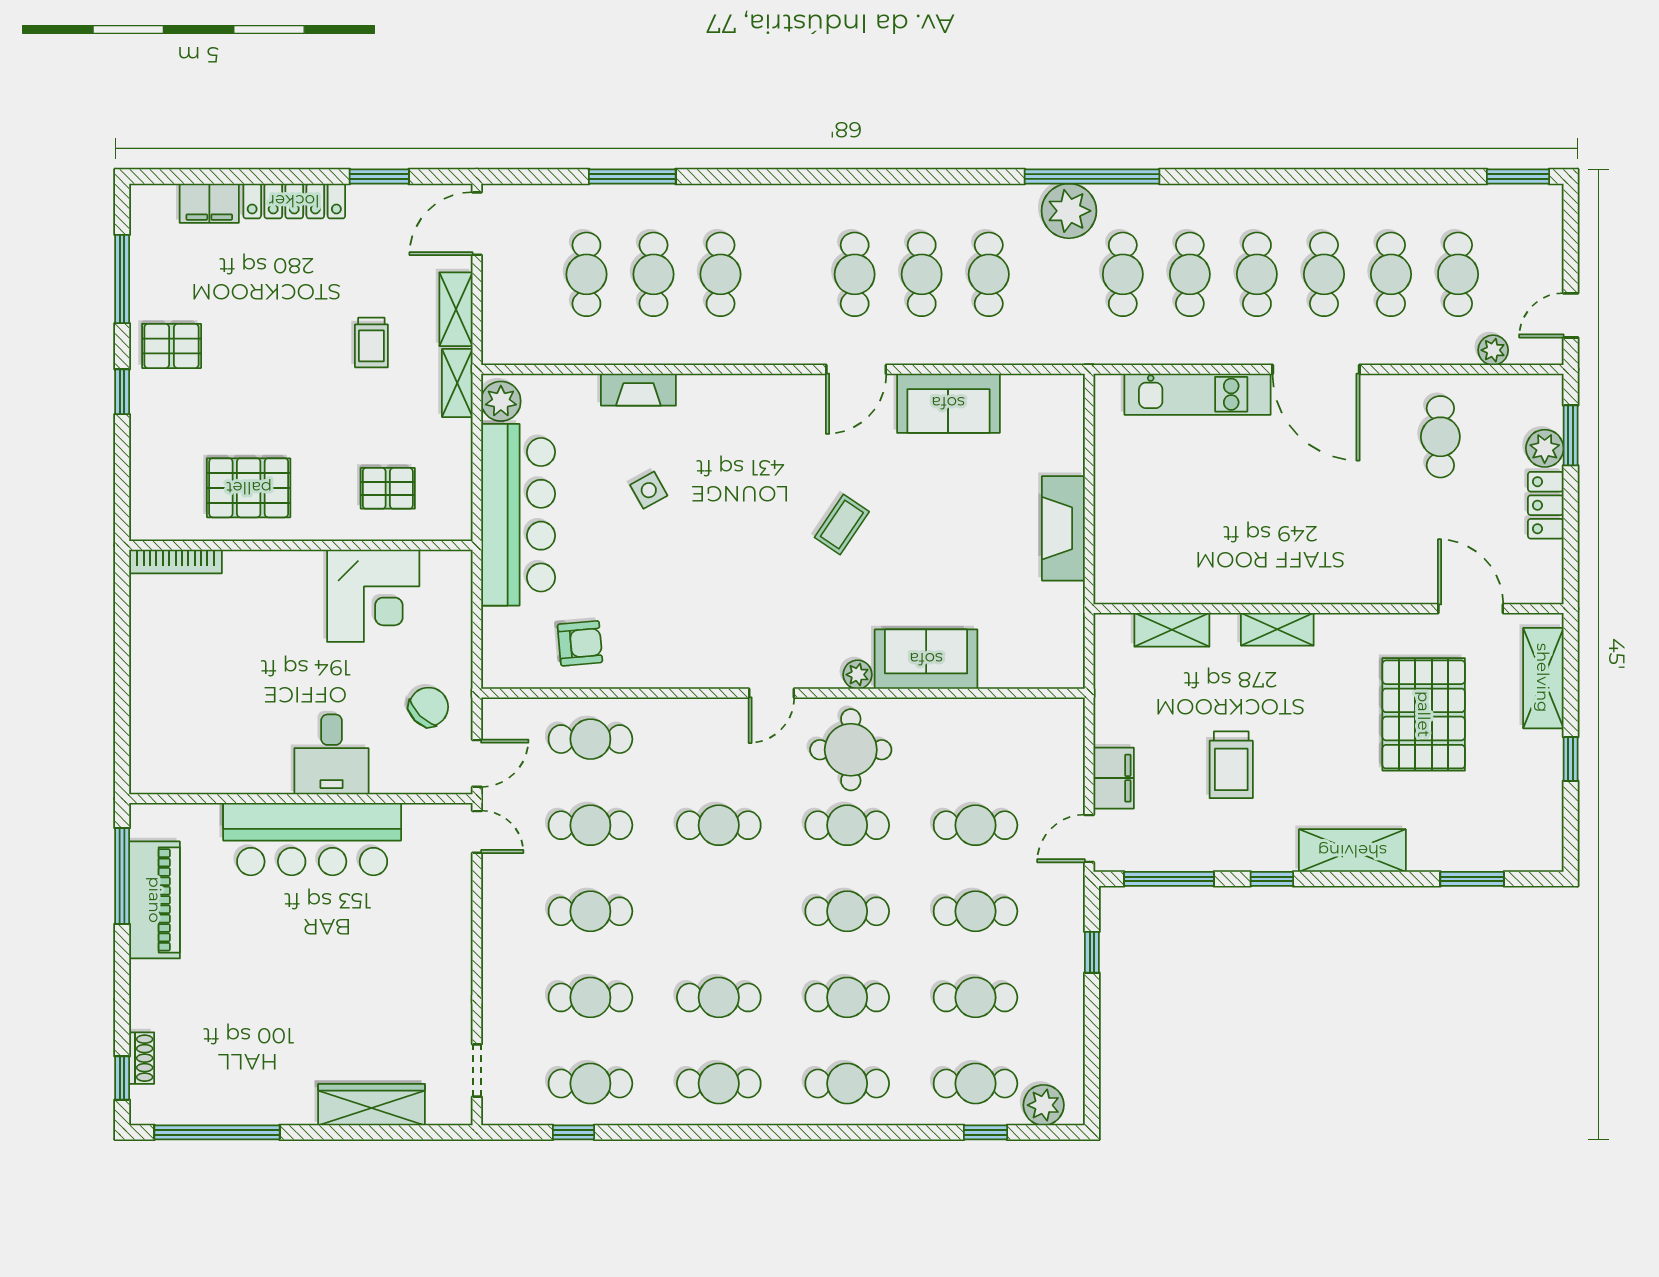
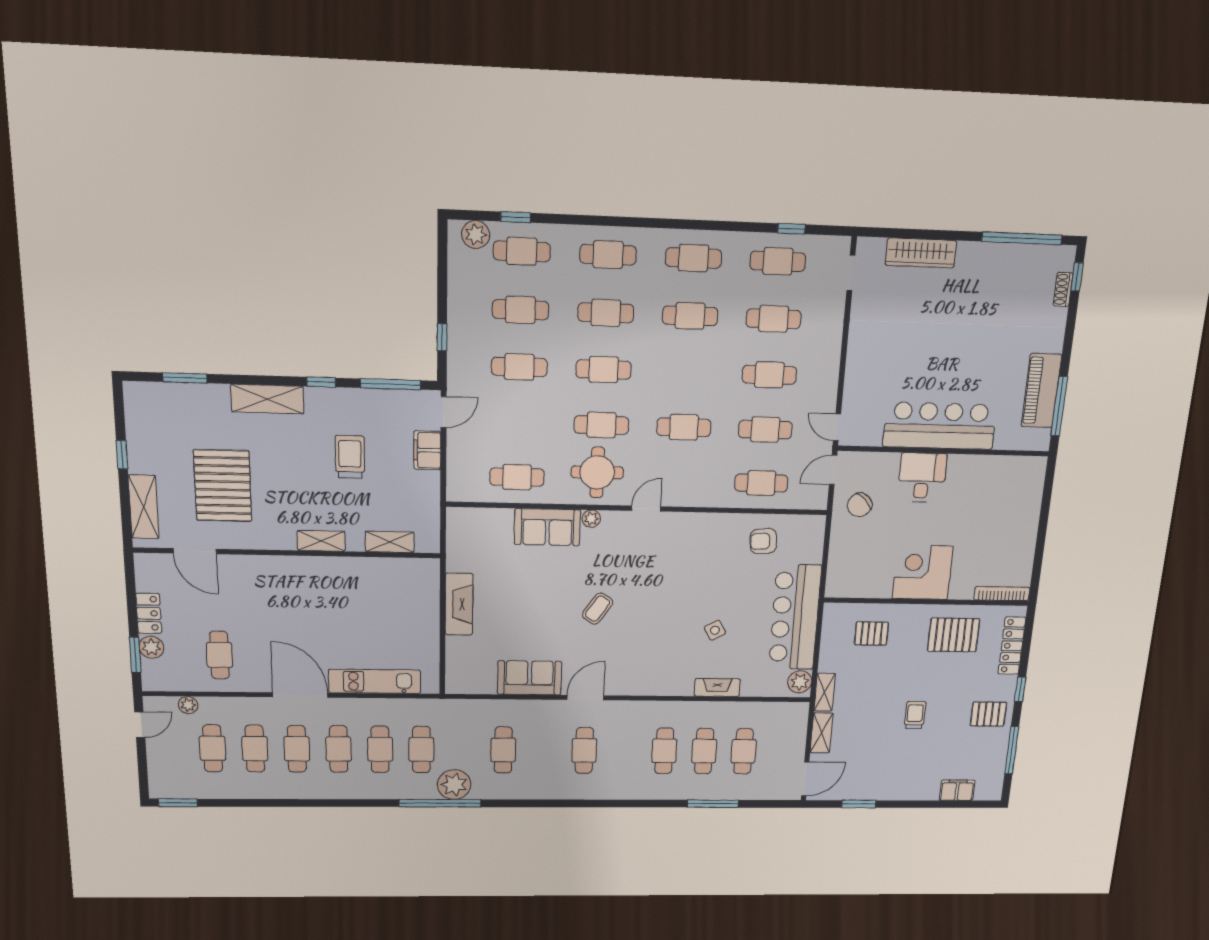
locker: (294, 201) -> (1012, 646), moved, turned -90
cafe table: (922, 274) -> (544, 750), removed
trolley: (371, 342) -> (915, 715), moved
corner desk: (373, 596) -> (923, 572), moved
cafe table: (975, 825) -> (517, 477), moved

